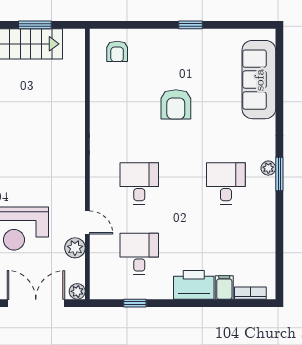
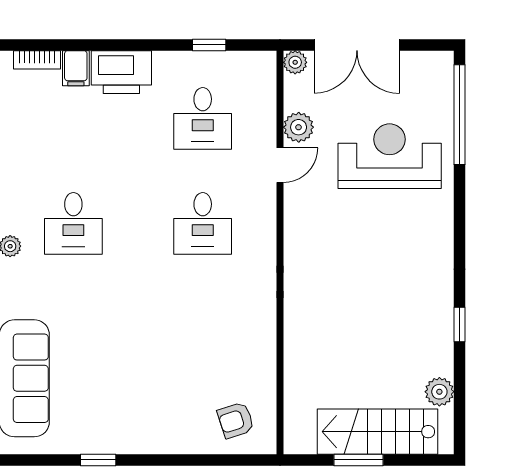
window: (190, 25) -> (98, 460), moved
armchair: (117, 51) -> (236, 420), turned -108
armchair: (176, 104) -> (148, 341), removed
door: (87, 222) -> (280, 165), swing flipped

